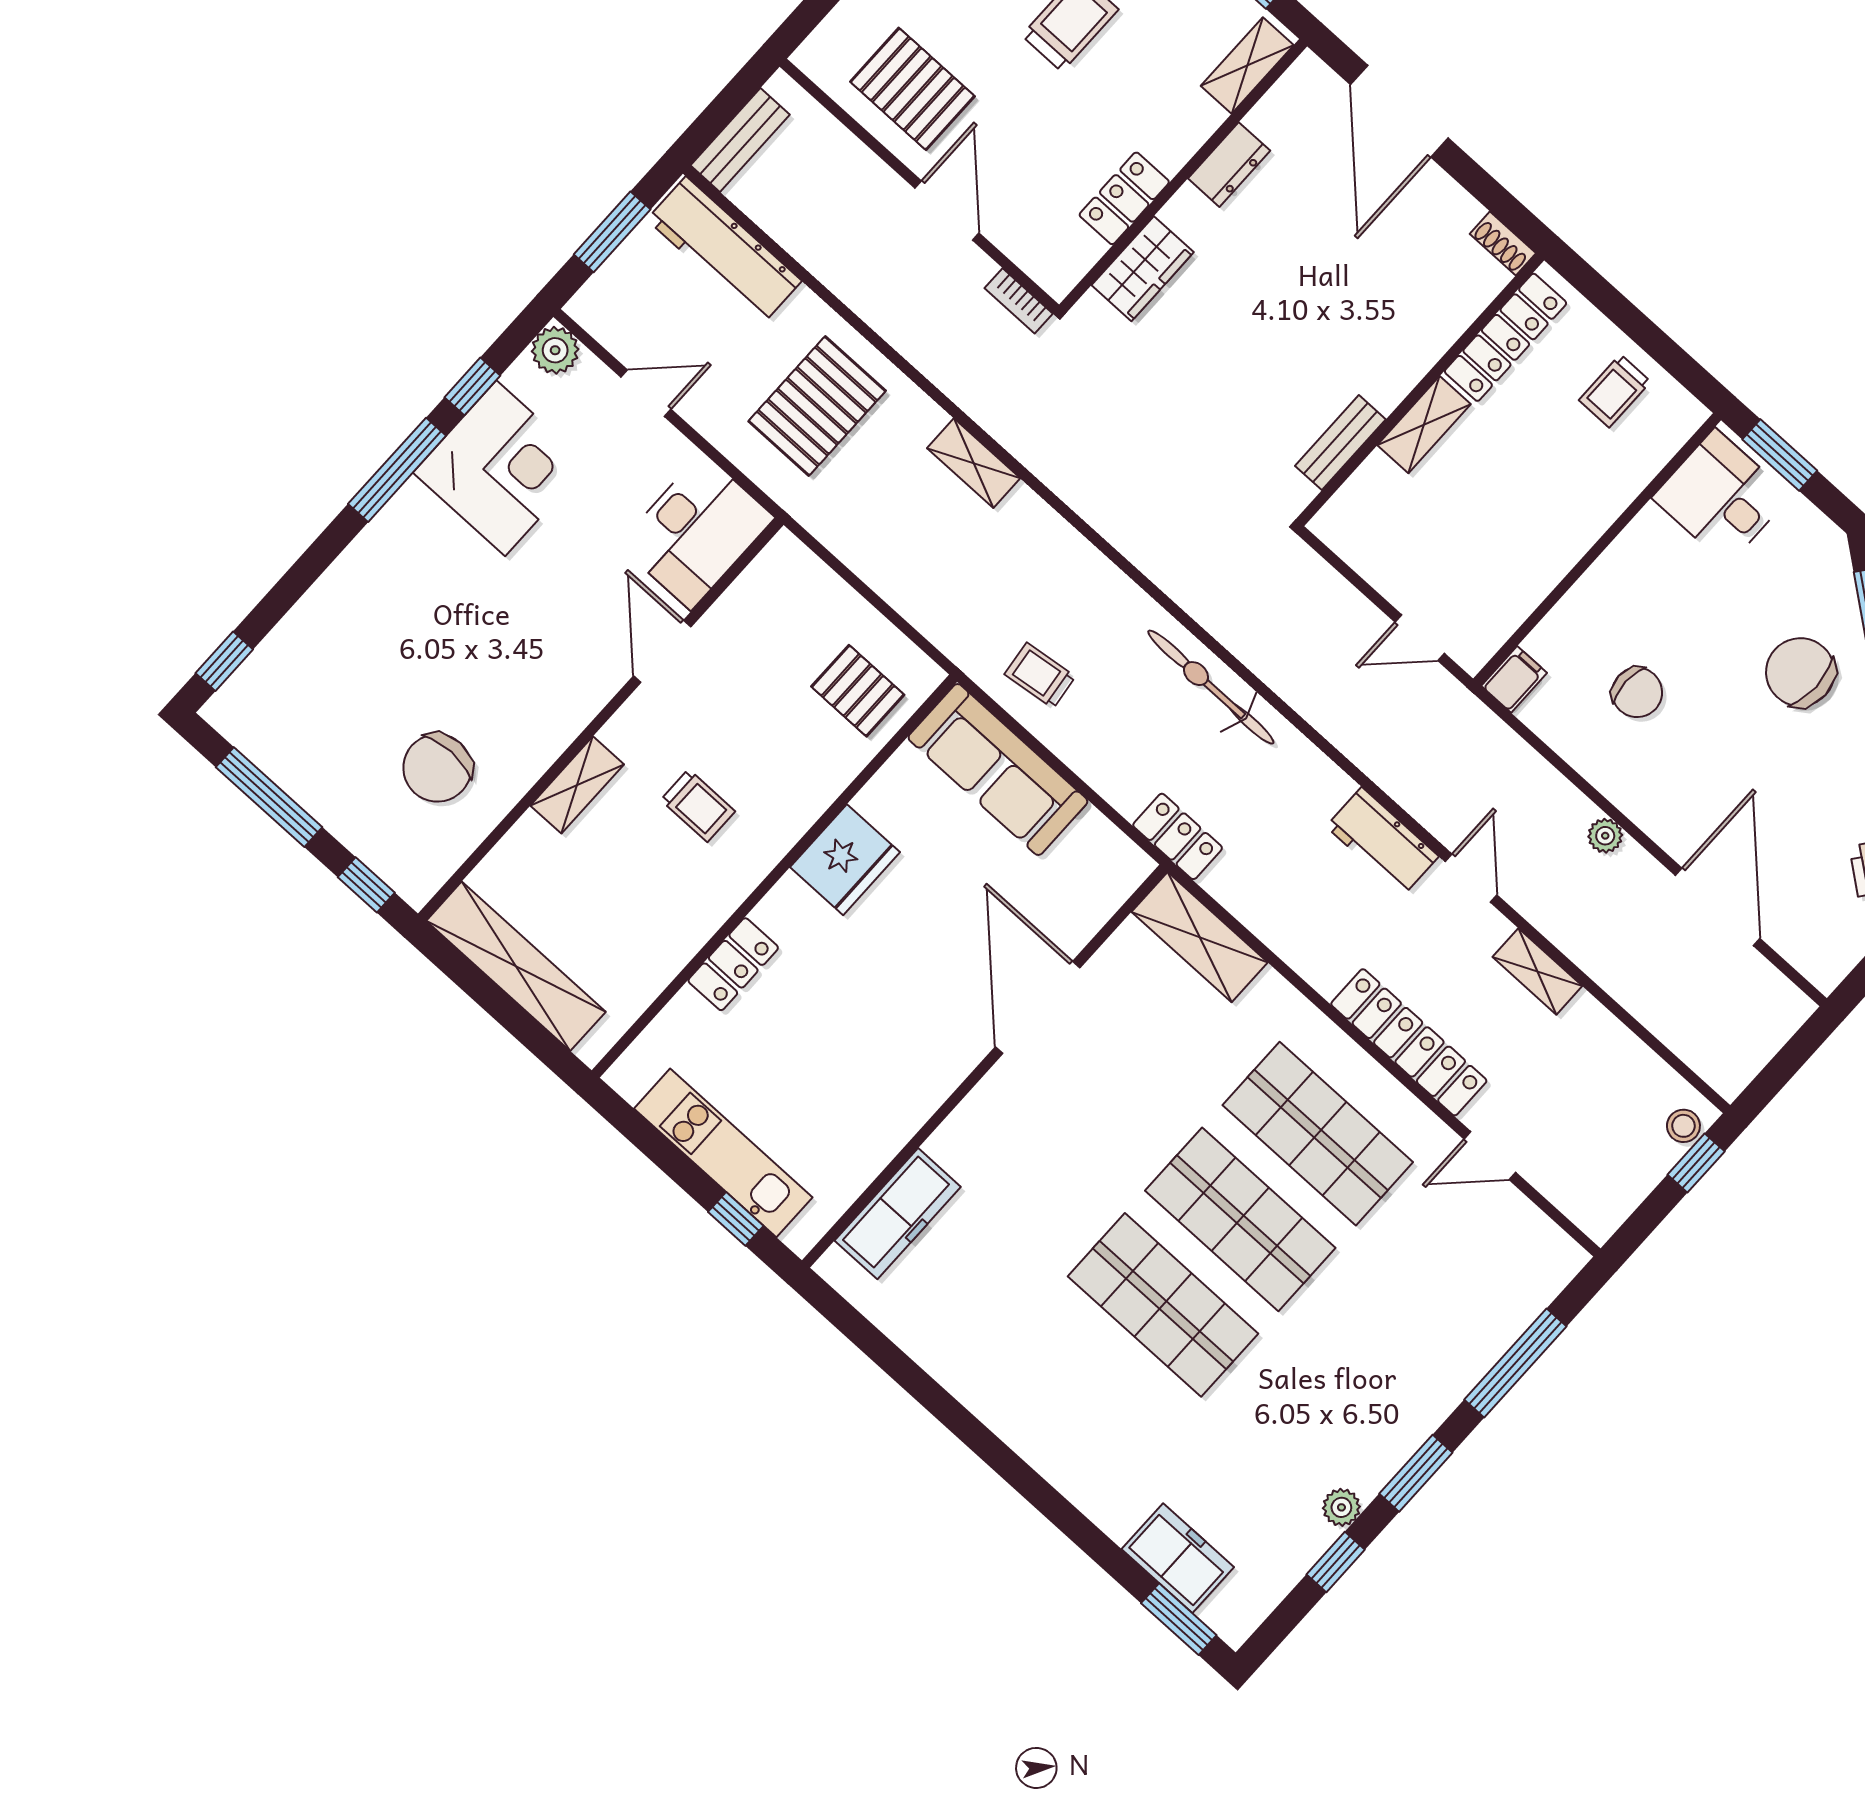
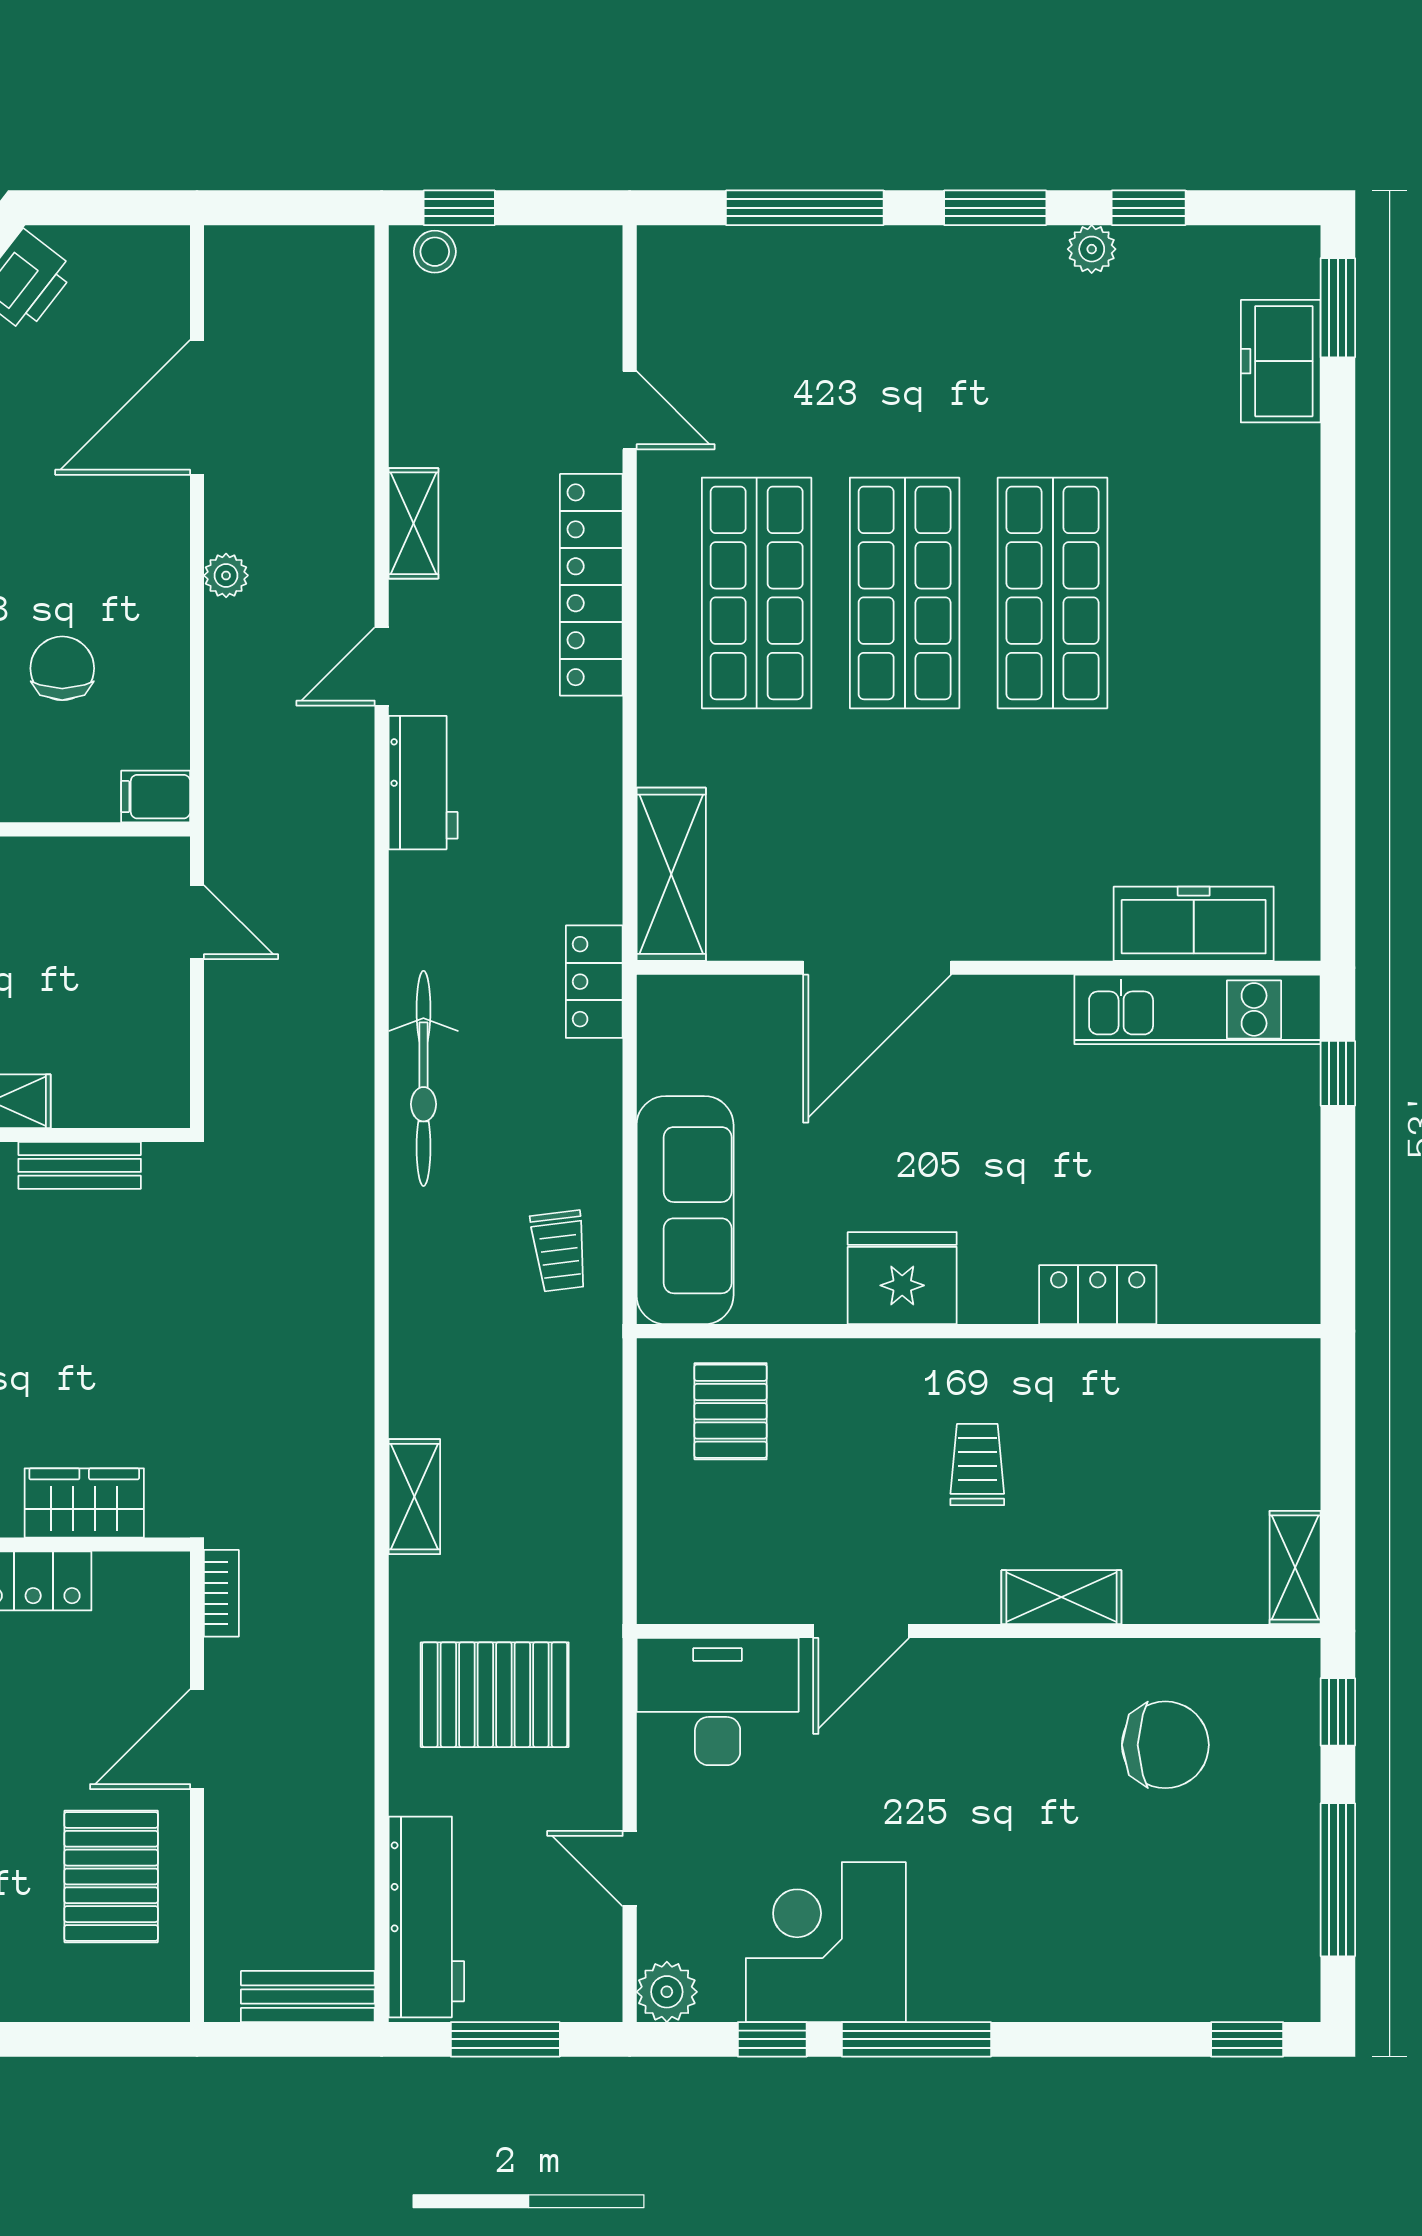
shelving: (516, 966) -> (1295, 1567), width x0.45, depth x0.75
kitchen unit: (723, 1153) -> (1197, 1009), moved, turned -90

